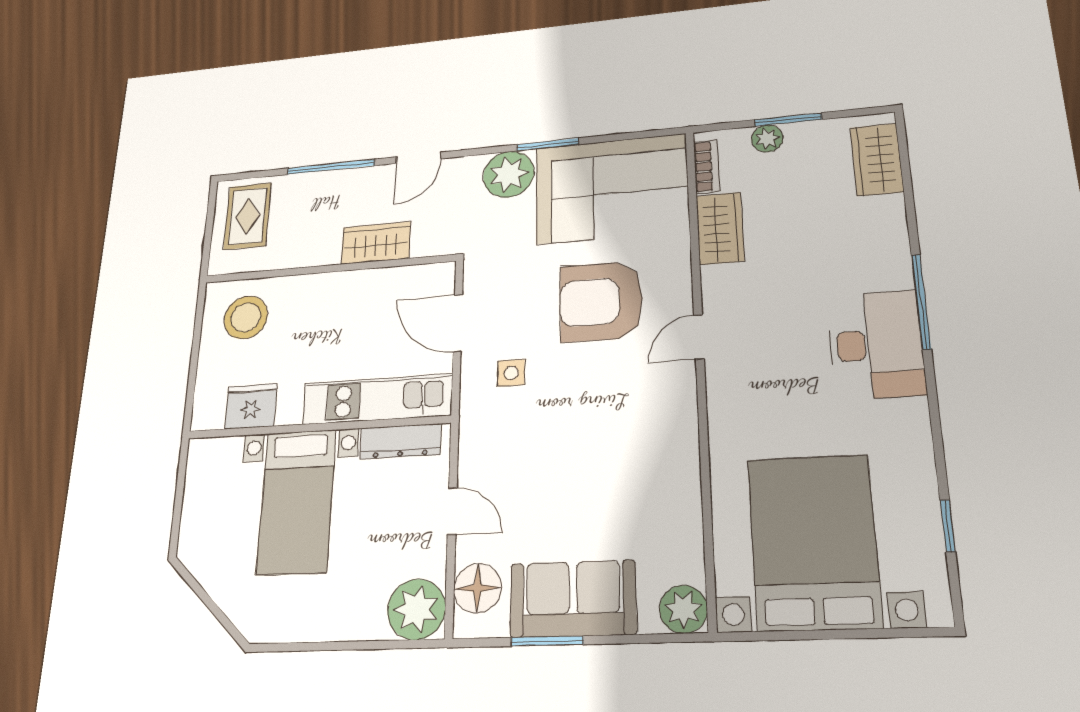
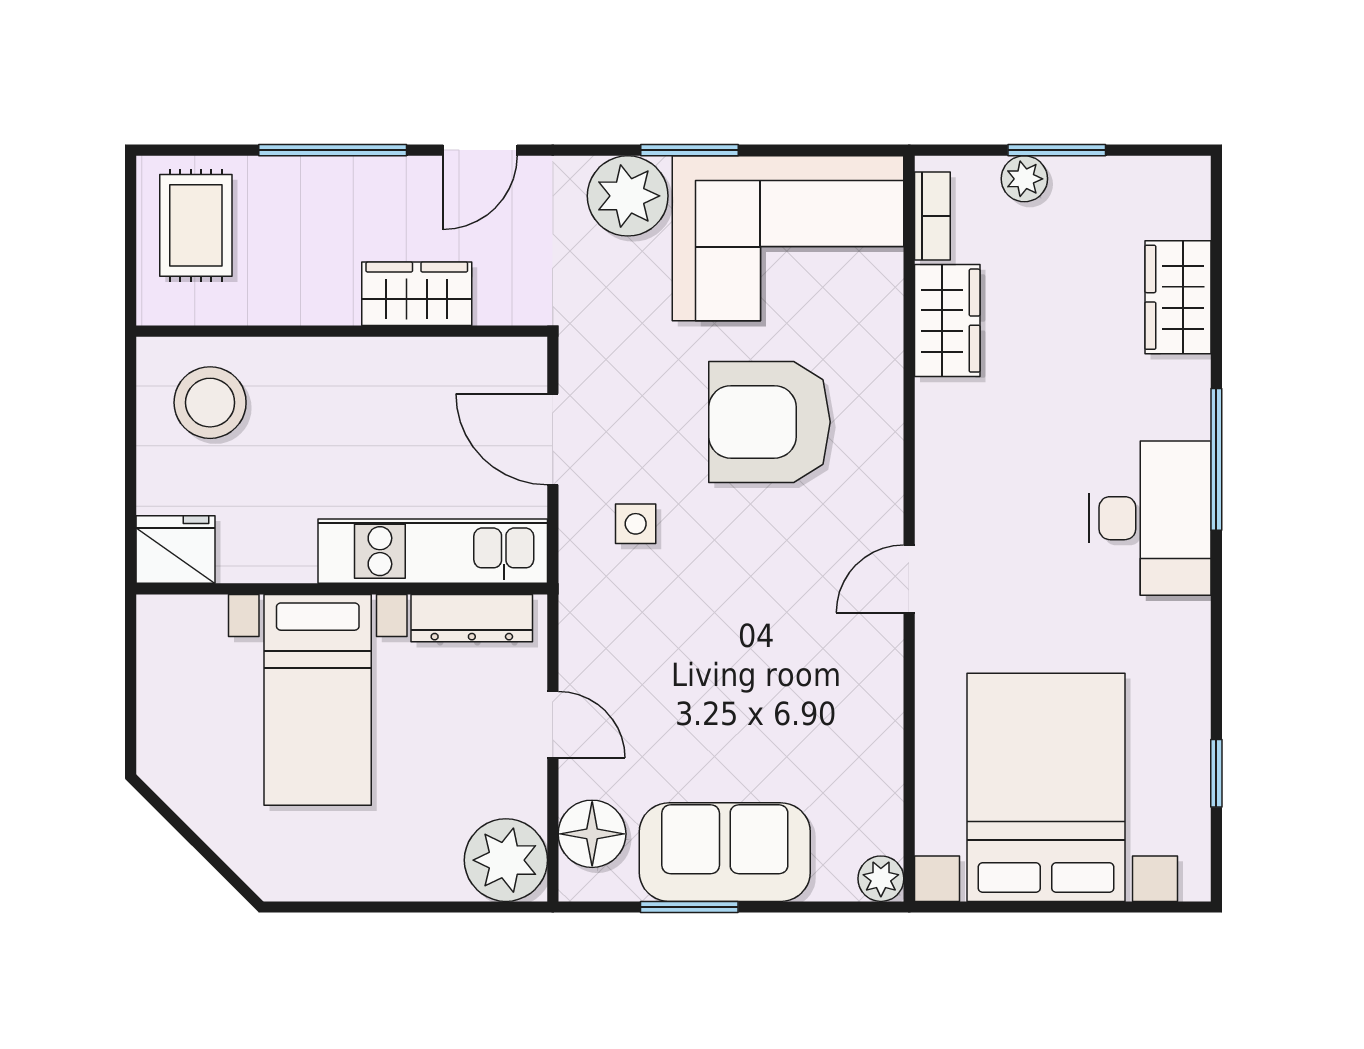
wardrobe: (877, 160) -> (1178, 297), moved
door: (699, 337) -> (909, 579), moved
fridge: (251, 406) -> (175, 550), moved
plant: (683, 609) -> (881, 879), width x0.73, depth x0.73

